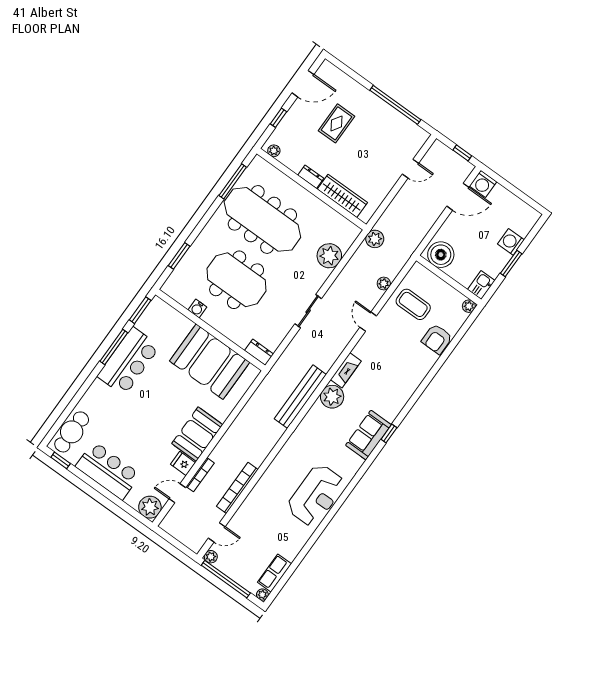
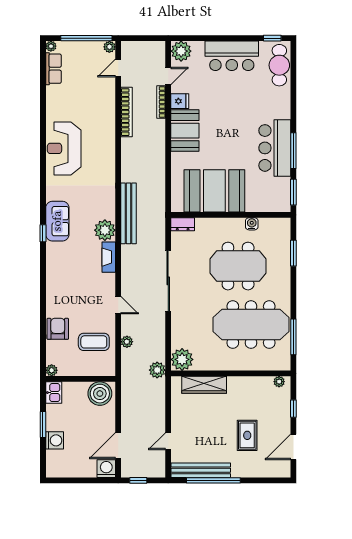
bench: (400, 122) -> (201, 470), added
dresser: (311, 177) -> (238, 382), removed
plant: (329, 256) -> (182, 359), moved
sliding door: (308, 311) -> (168, 281), width x1.86

